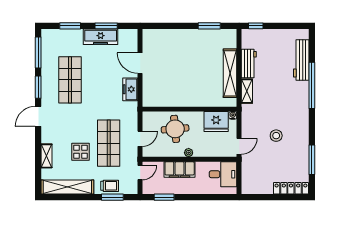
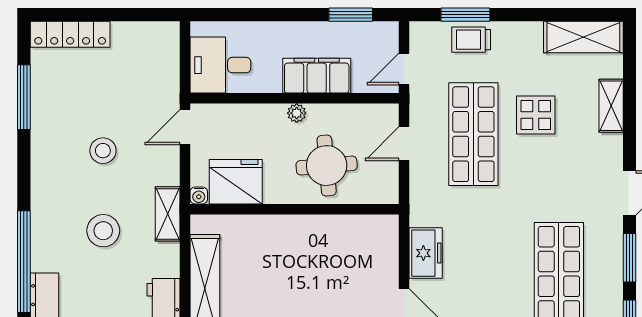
shelving: (247, 91) -> (168, 214), moved
stool: (276, 99) -> (103, 231), added
shelving: (67, 187) -> (583, 37), width x0.68

